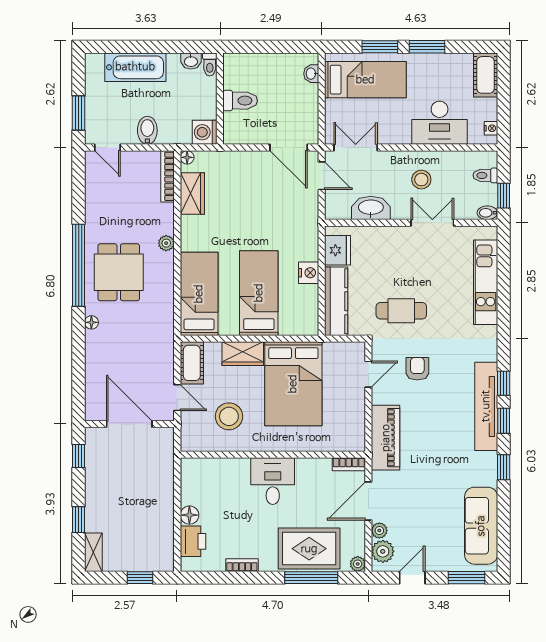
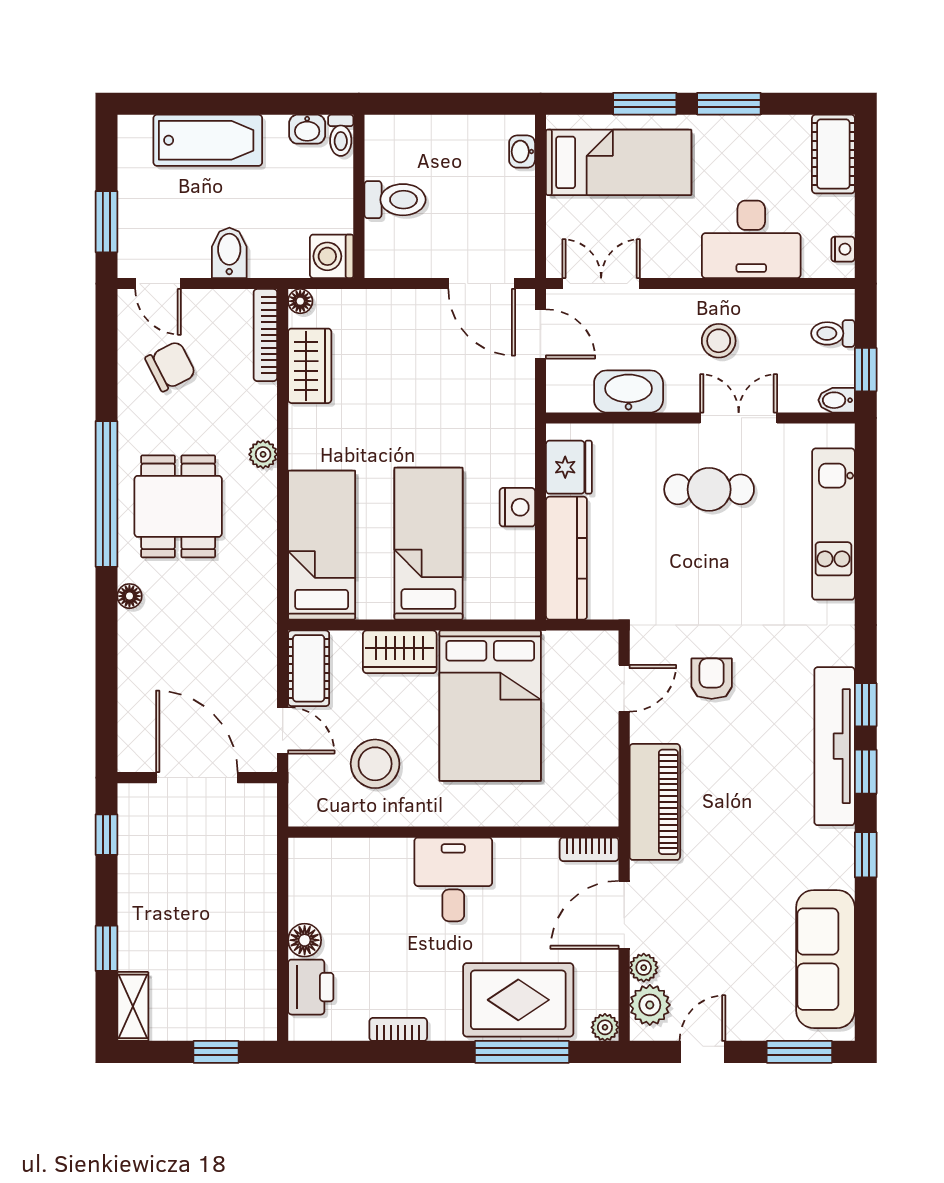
chair: (114, 194) -> (171, 366), added
cafe table: (401, 311) -> (709, 489), moved

